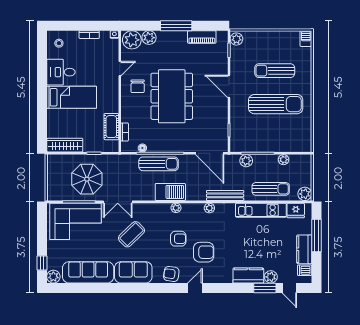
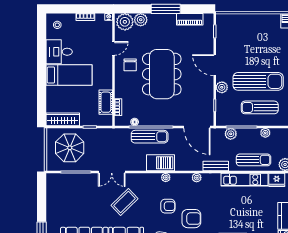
plant: (236, 39) -> (222, 87), moved
sun lounger: (275, 71) -> (260, 107), moved
parasol: (87, 179) -> (70, 148), moved
bench: (225, 195) -> (216, 166), width x0.73
corner sofa: (76, 221) -> (73, 190), removed

